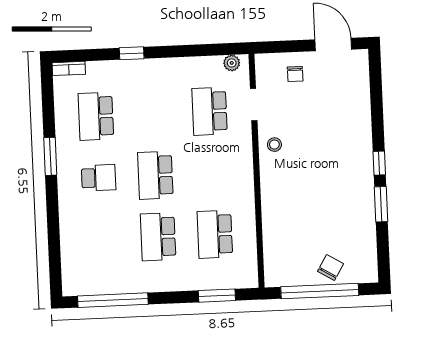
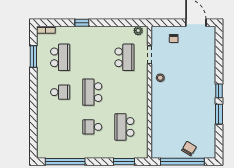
school desk: (209, 111) -> (124, 57), turned 180
school desk: (96, 116) -> (60, 57), turned 180
window: (50, 156) -> (33, 56), moved
school desk: (158, 237) -> (92, 127), width x0.54

